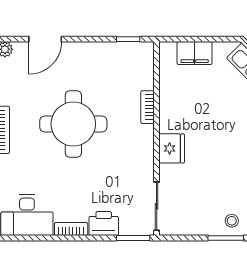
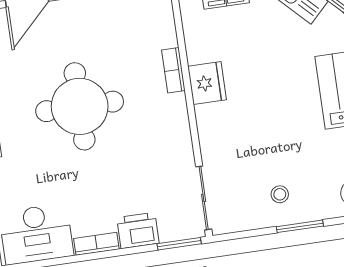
fridge: (172, 148) -> (207, 83), moved
stool: (232, 221) -> (280, 194), moved

